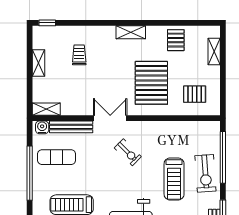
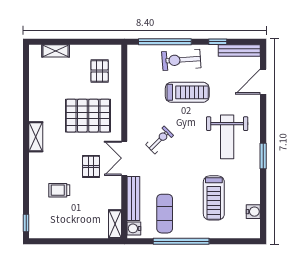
pallet: (176, 40) -> (91, 166), moved, turned 90
shelving: (38, 63) -> (67, 232), removed
exercise bike: (205, 173) -> (181, 60), turned 180

